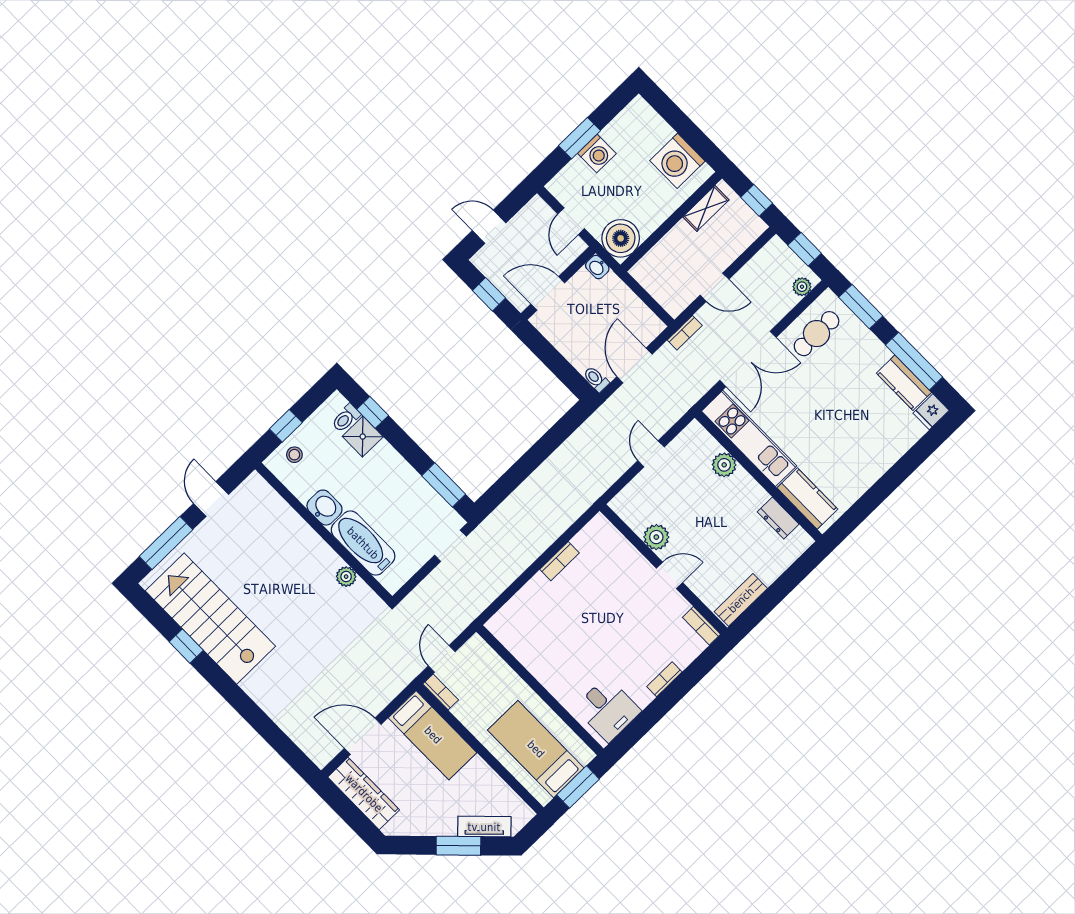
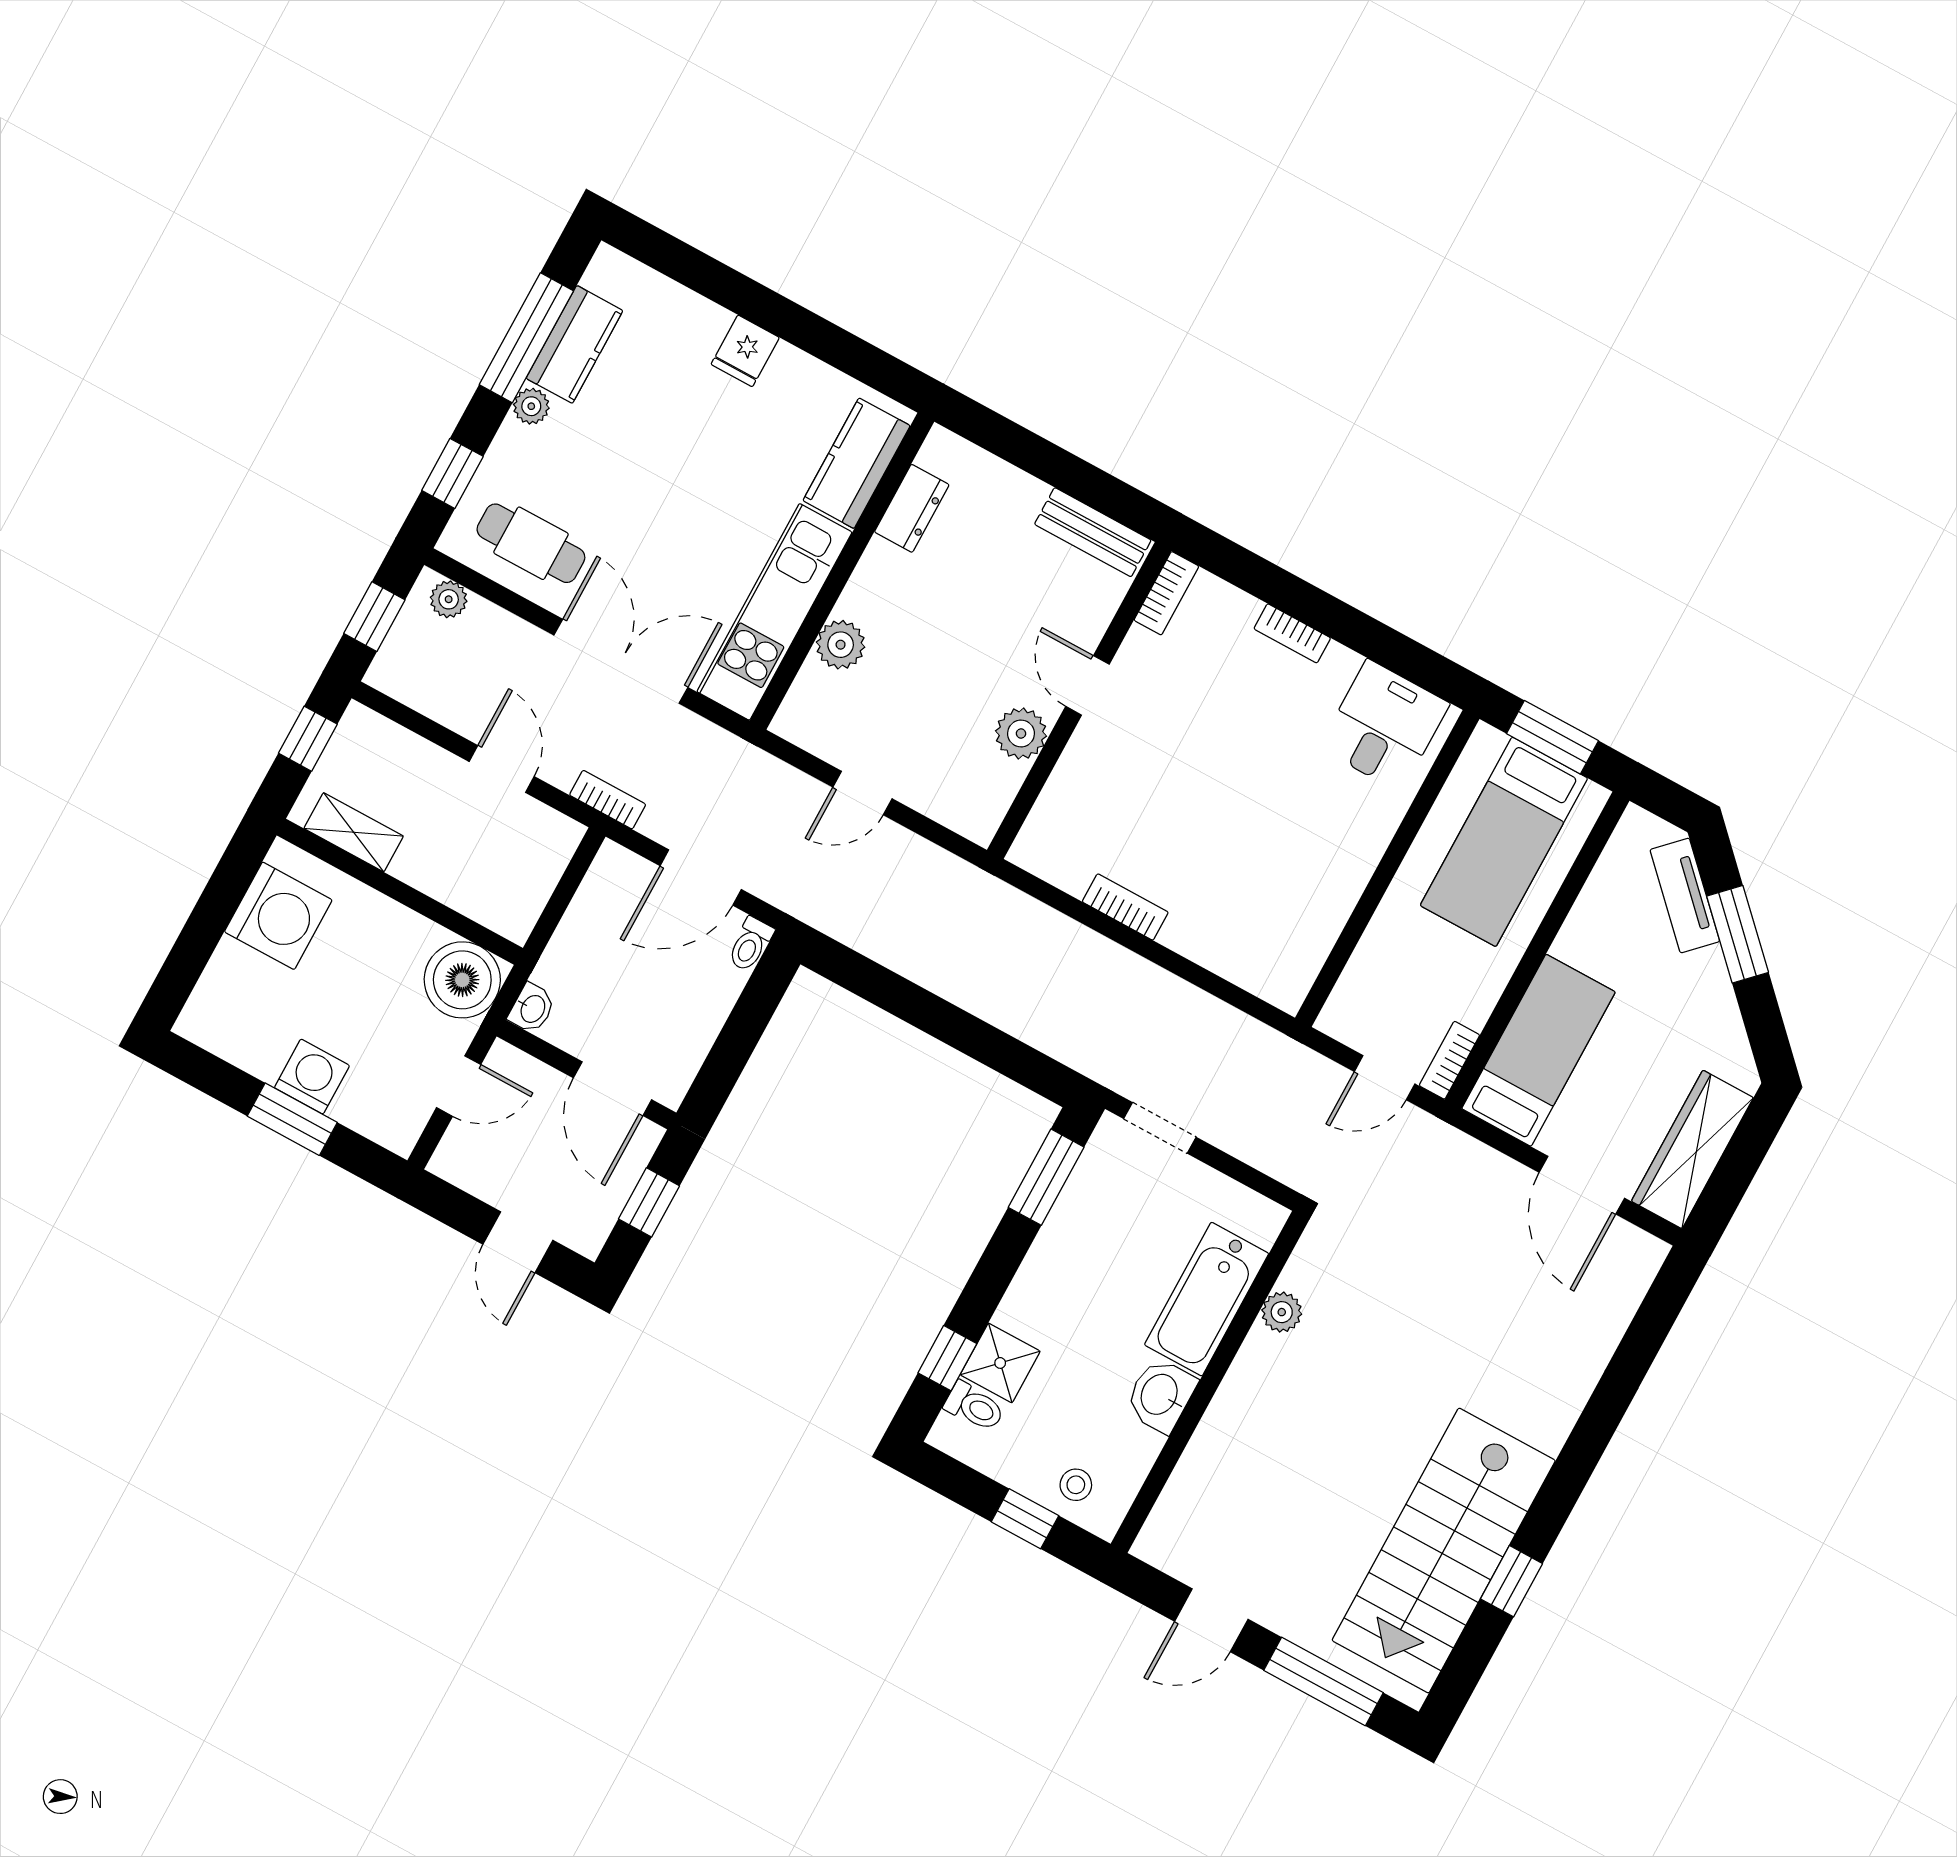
window: (861, 307) -> (452, 473), width x0.67
plant: (881, 353) -> (531, 406), added
fridge: (931, 412) -> (745, 351), moved, turned 90

